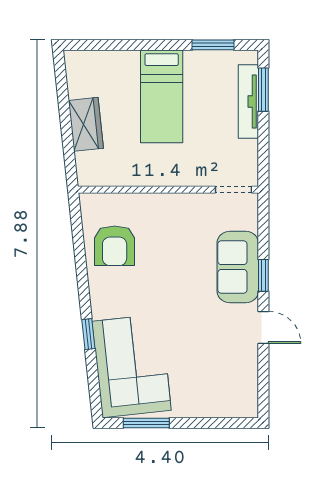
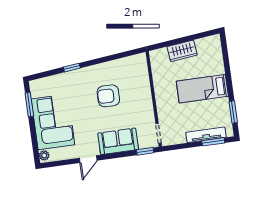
armchair: (115, 246) -> (108, 96), moved
window: (263, 275) -> (145, 151), moved
corner sofa: (132, 366) -> (53, 122), moved, turned -84
plant: (245, 408) -> (44, 155), added

